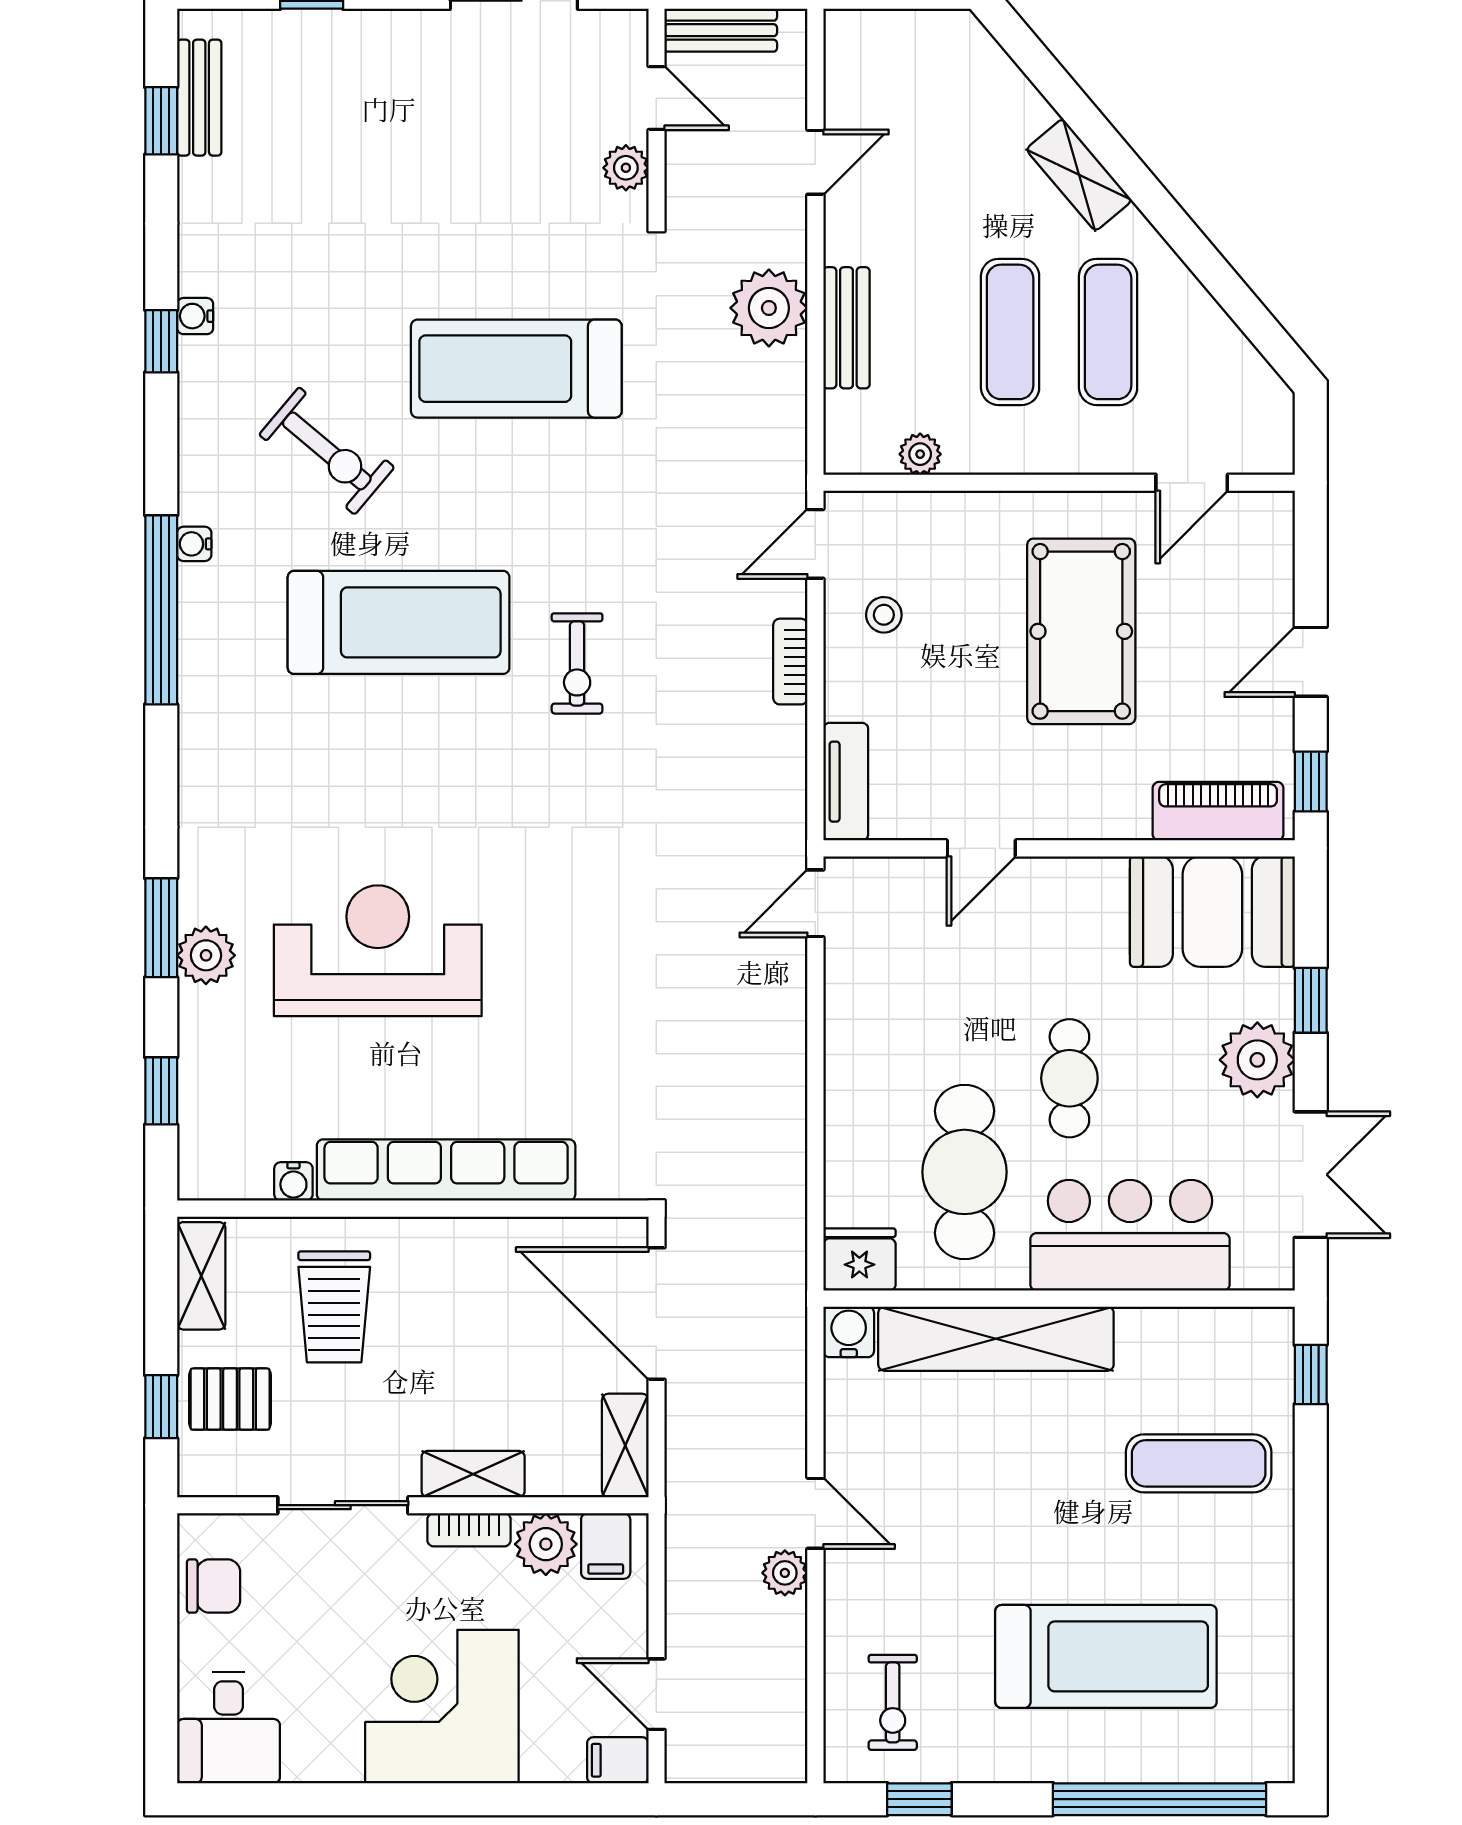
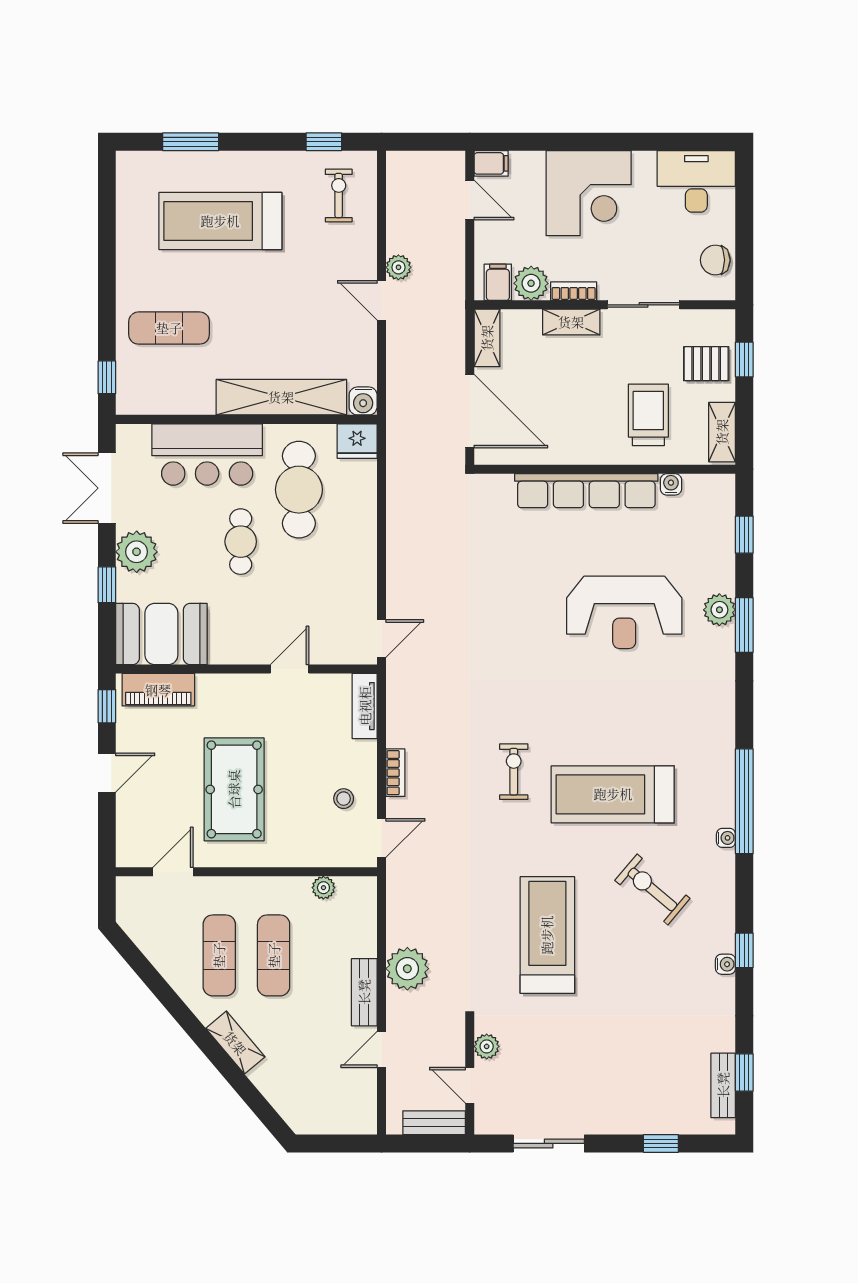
bench: (846, 328) -> (364, 992), moved
treadmill: (516, 369) -> (547, 935), turned -90
desk: (229, 1728) -> (696, 181), width x1.37
window: (1160, 1799) -> (191, 142), width x0.47

